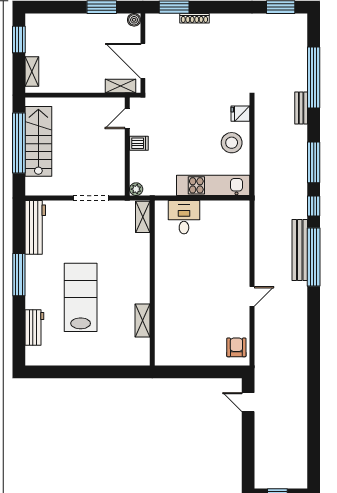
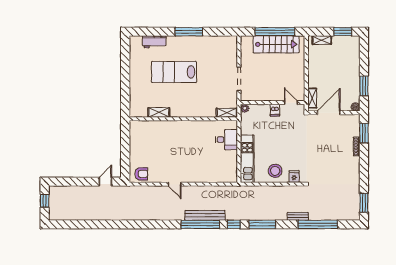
workbench: (35, 227) -> (220, 42), removed
lab bench: (81, 297) -> (174, 72), turned 180

